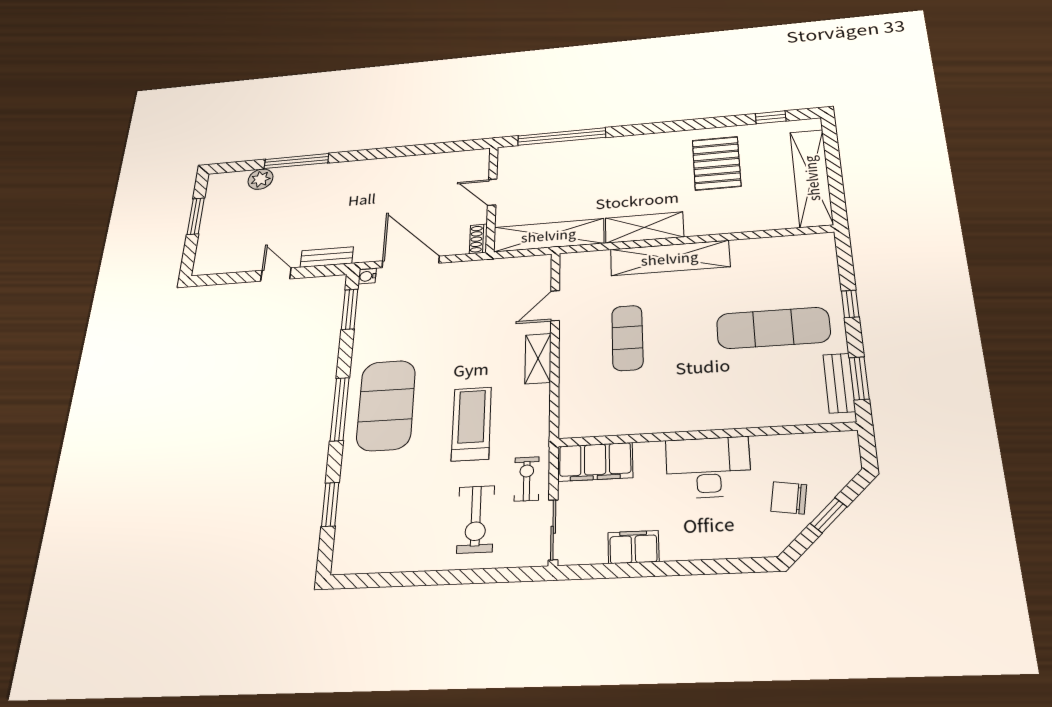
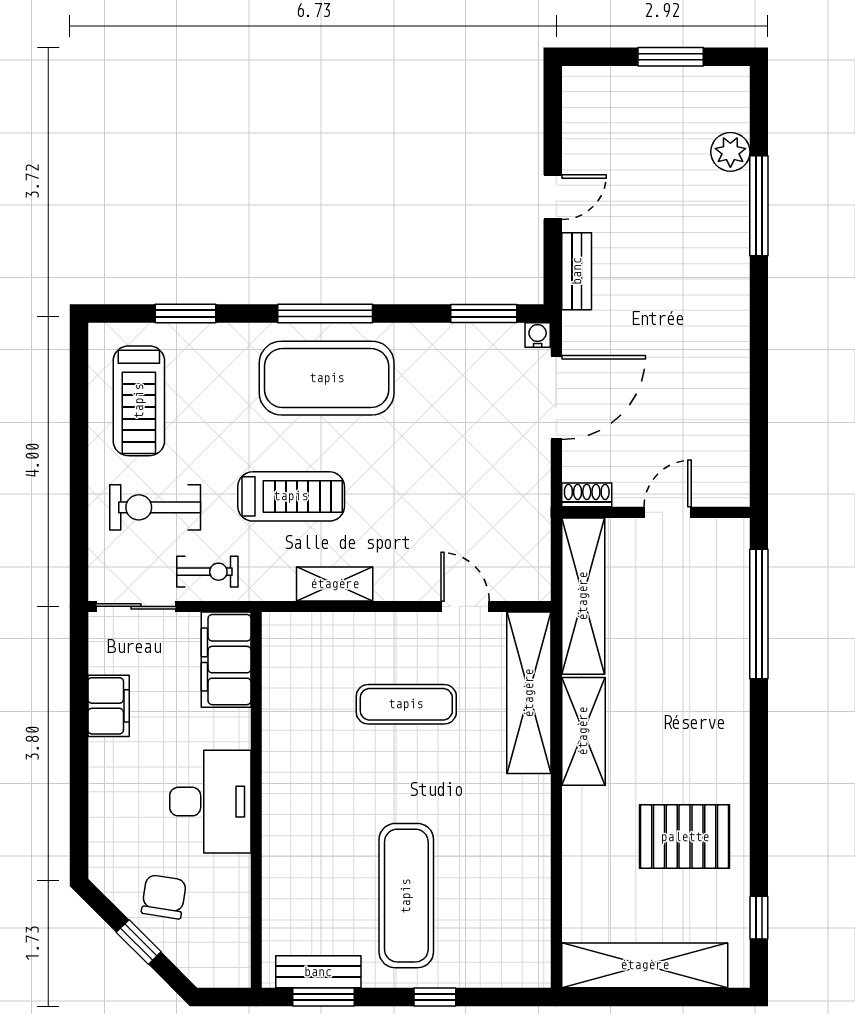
shelving: (670, 258) -> (529, 693), moved
shelving: (538, 359) -> (335, 584), moved
treadmill: (393, 535) -> (139, 401), added

